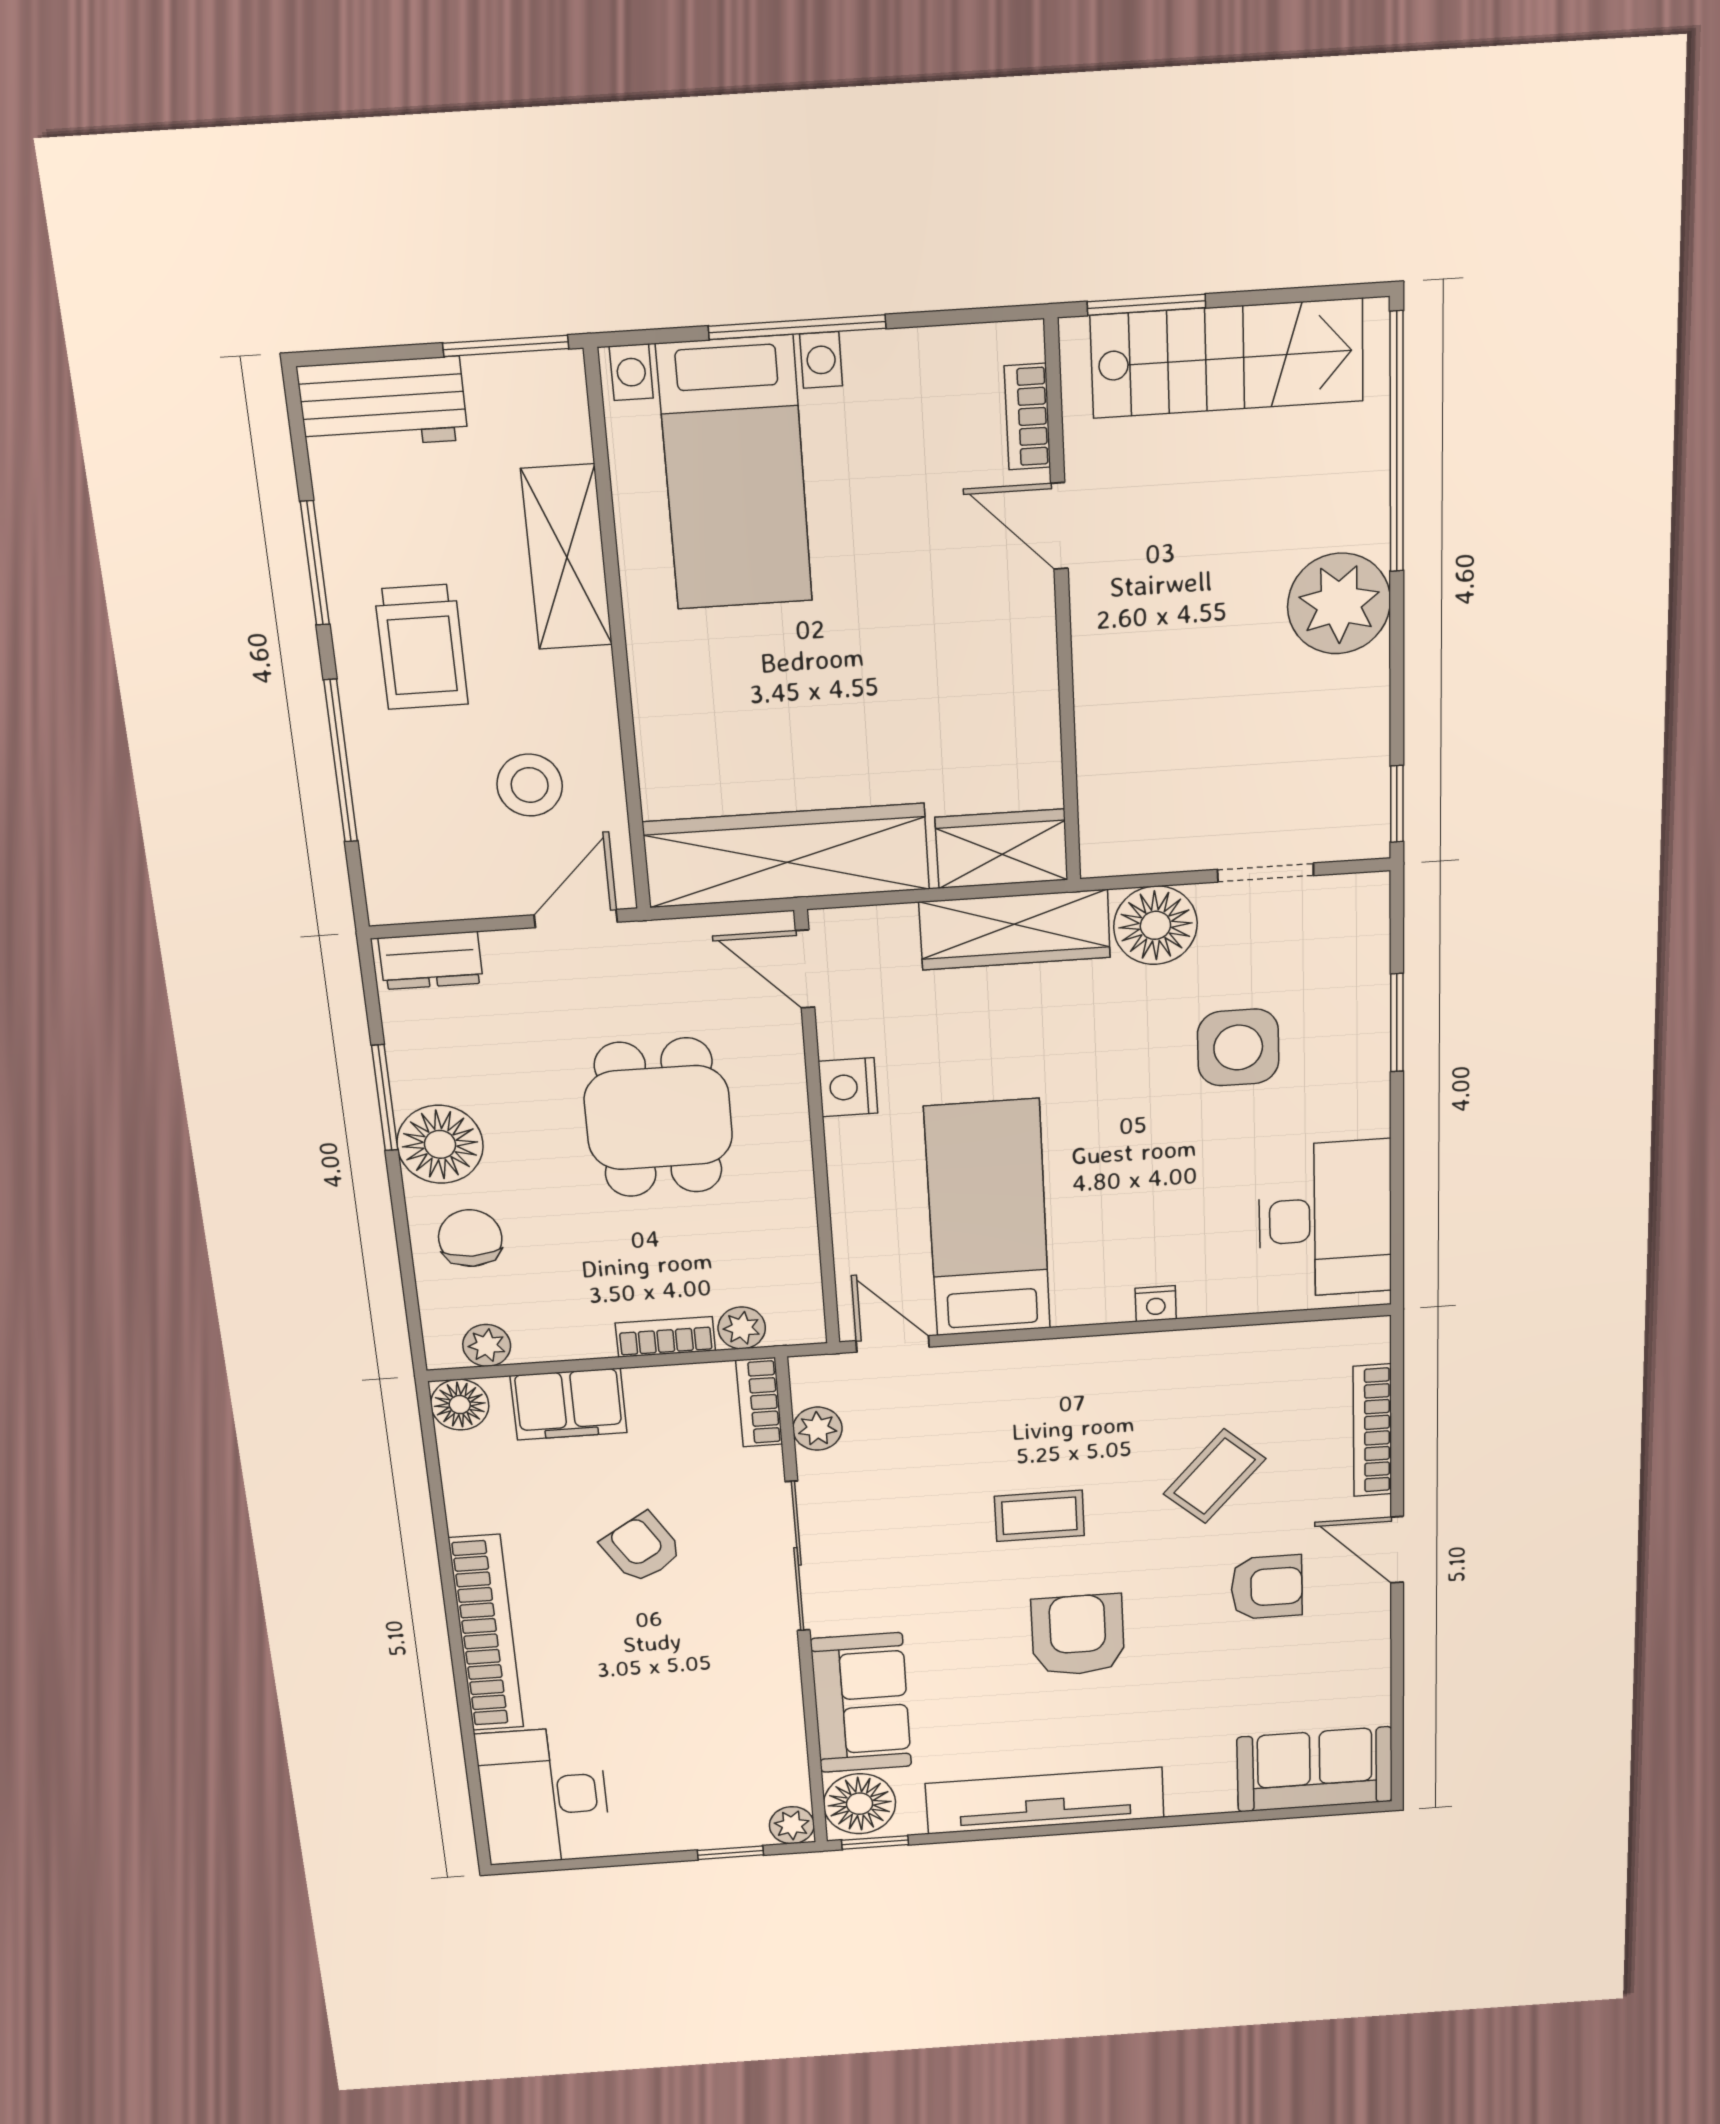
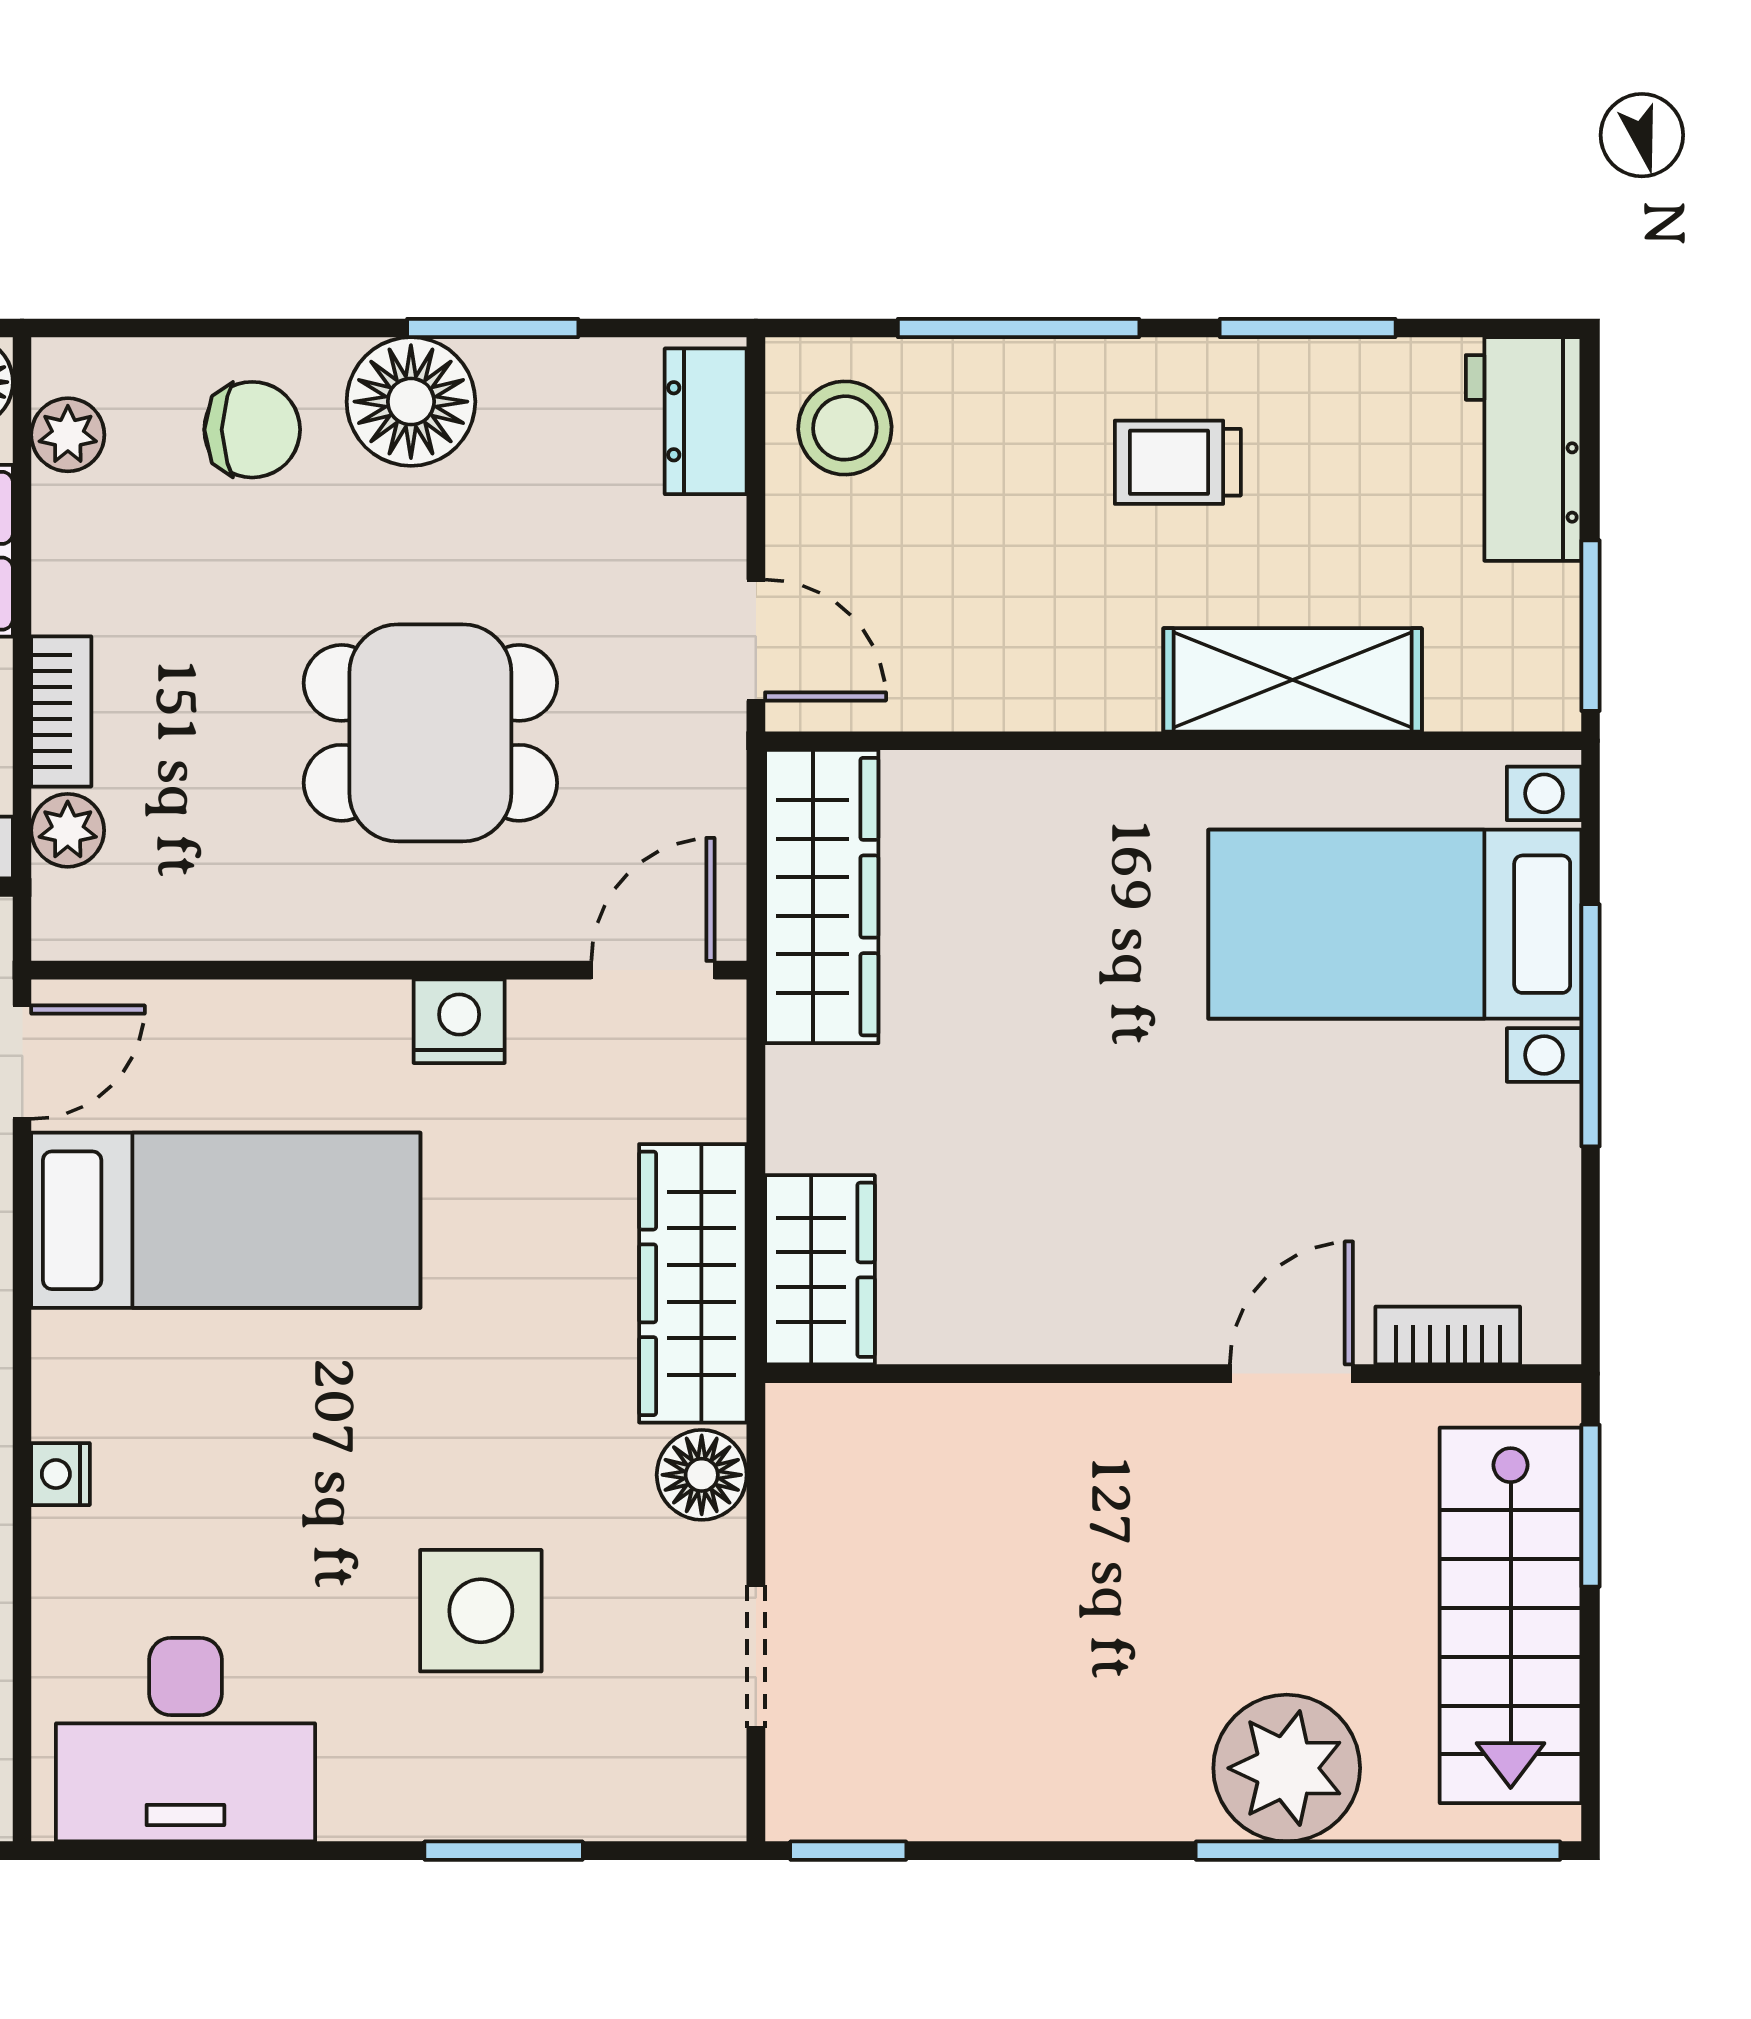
plant: (1339, 604) -> (1287, 1768), moved
trolley: (421, 647) -> (1178, 462), width x0.73, depth x0.72
stool: (530, 785) -> (845, 428), moved
wardrobe: (786, 856) -> (822, 897), width x0.71, depth x0.85
floor lamp: (1155, 925) -> (702, 1475), width x0.73, depth x0.73

